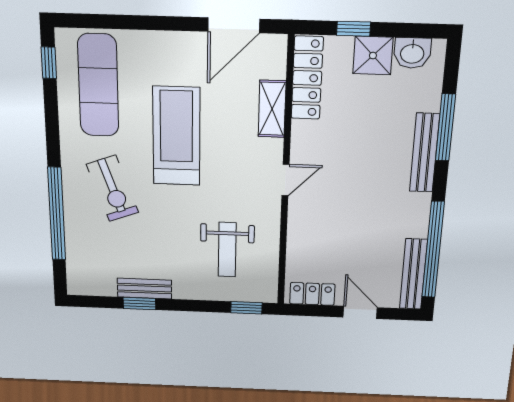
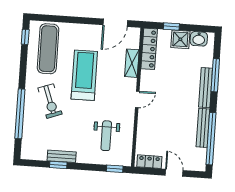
bench: (413, 274) -> (203, 128), moved

